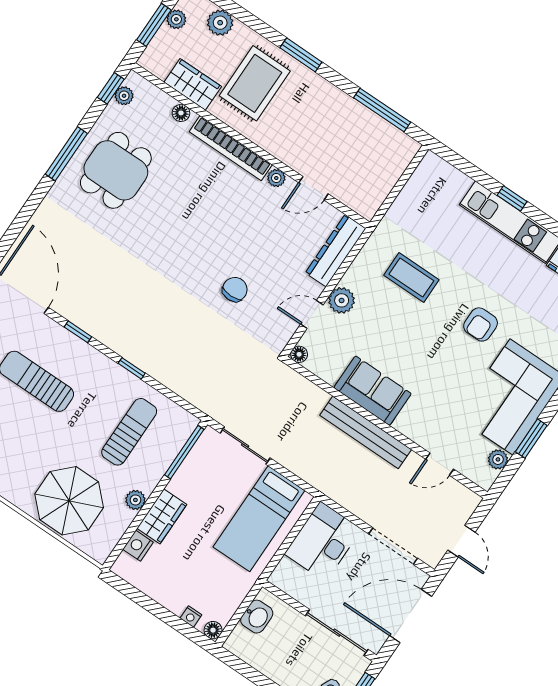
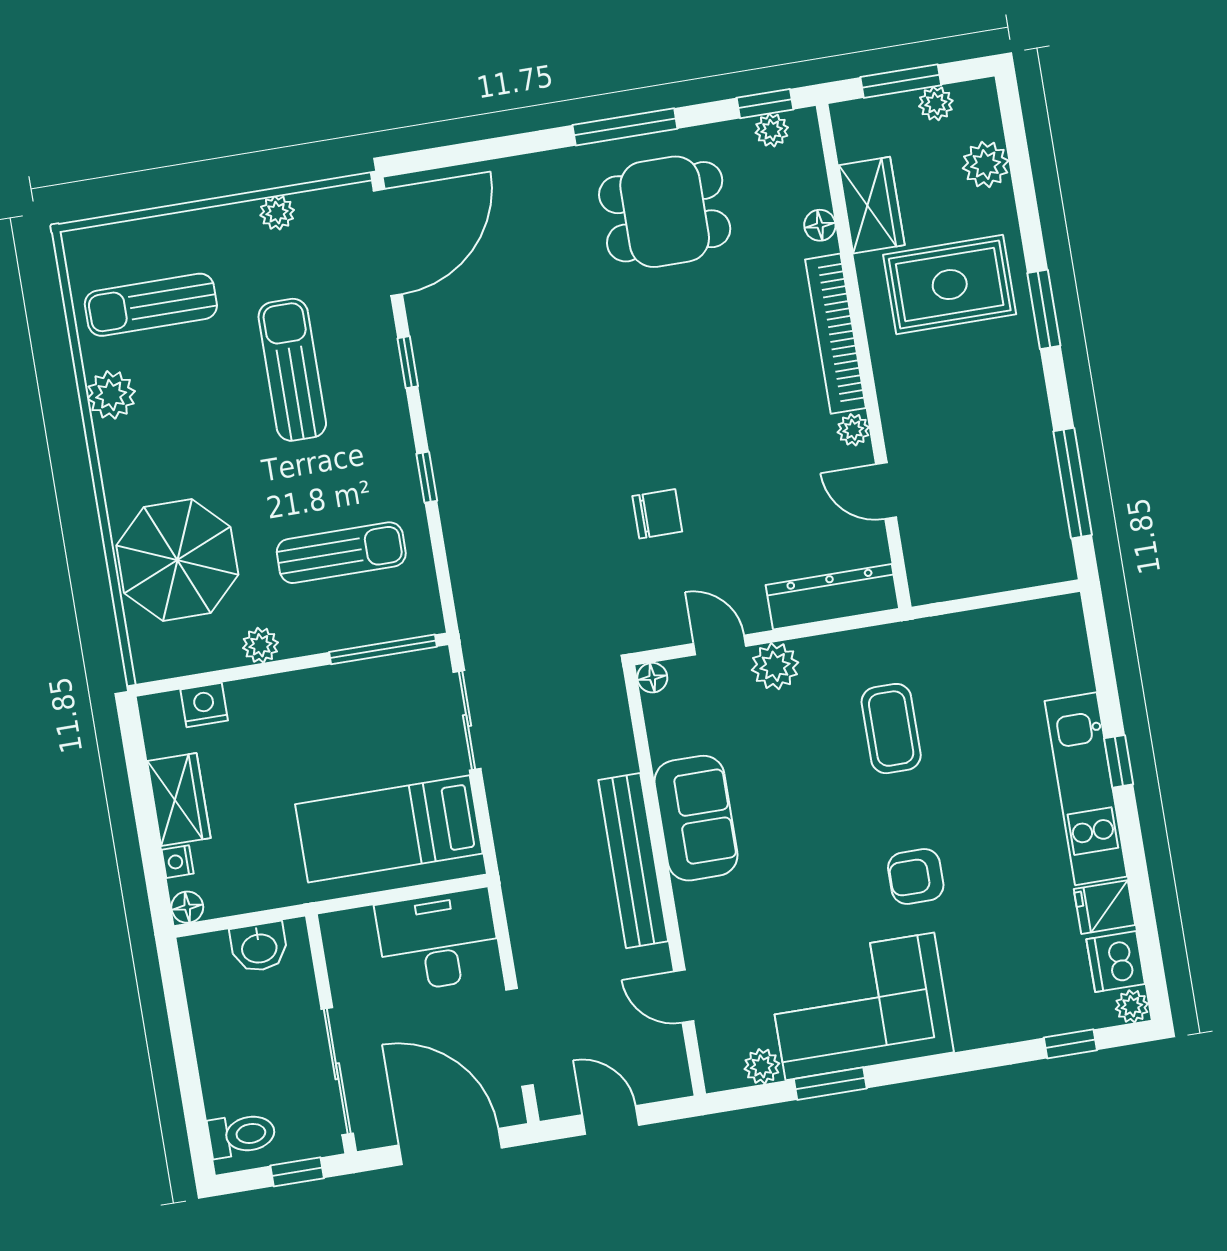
wardrobe: (162, 516) -> (179, 799), moved, turned -90
door: (462, 541) -> (611, 1120), swing flipped

